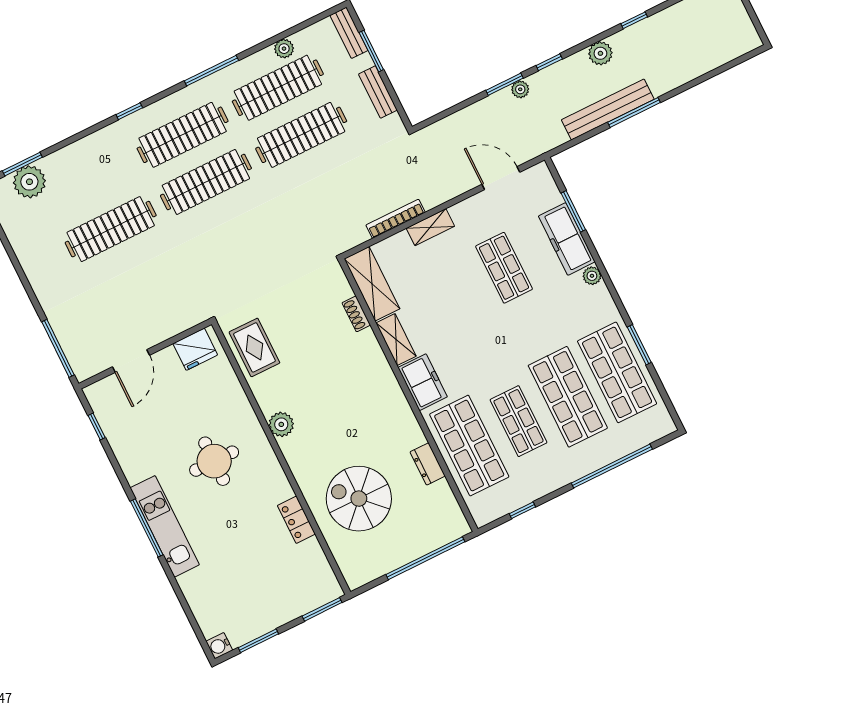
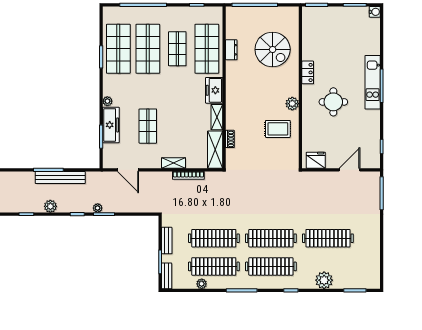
plant: (29, 182) -> (324, 280), moved
rug: (254, 347) -> (278, 129), moved, turned 90
locker: (296, 520) -> (308, 72), moved

